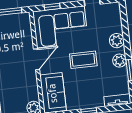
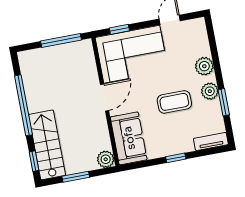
coffee table: (83, 60) -> (174, 102), moved

